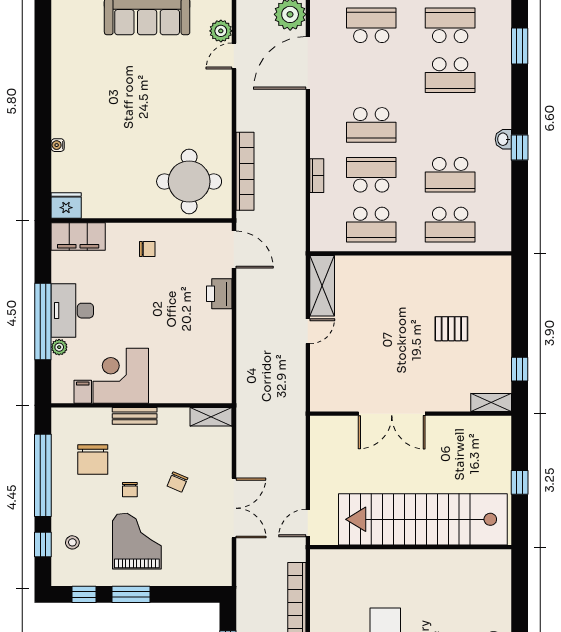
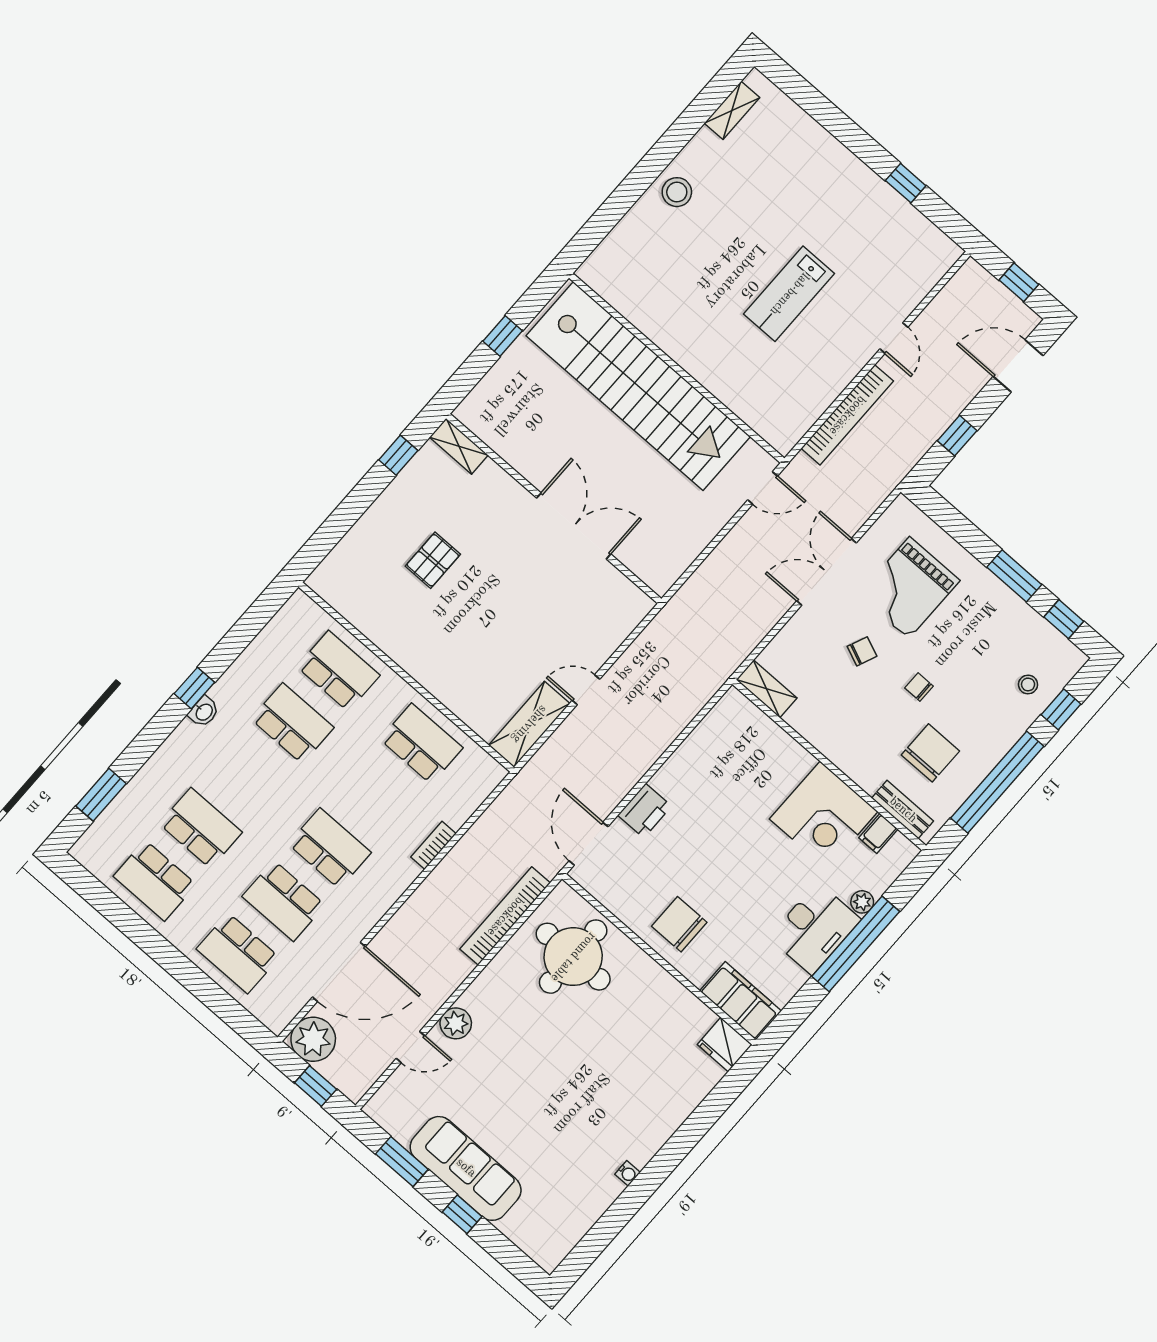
plant: (221, 31) -> (456, 1023), moved
water cooler: (58, 145) -> (627, 1173), moved
school desk: (371, 175) -> (284, 901), moved
chair: (147, 249) -> (679, 924), width x1.87, depth x1.87
pallet: (451, 329) -> (433, 560), turned 90
bench: (135, 416) -> (903, 810), moved
chair: (130, 490) -> (919, 687), turned -90
grand piano: (137, 541) -> (909, 588), moved

